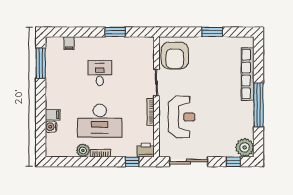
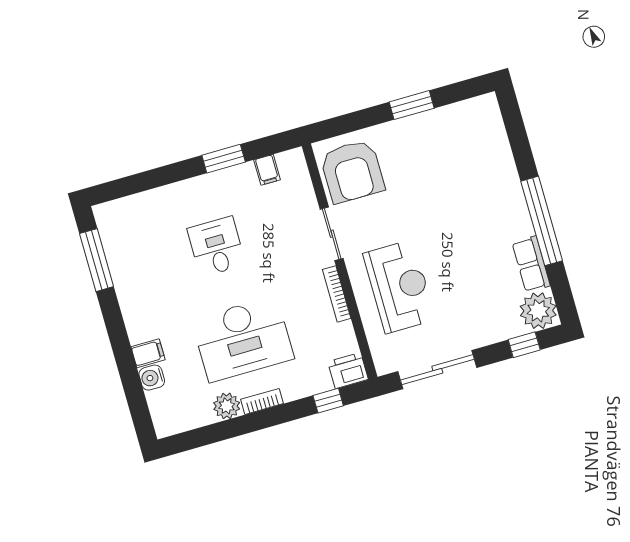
filing cabinet: (69, 43) -> (267, 170), moved
row of seats: (248, 74) -> (531, 264), moved, width x0.50

